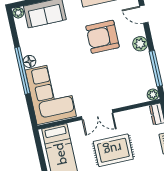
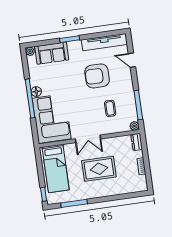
plant: (140, 44) -> (127, 84), removed
coffee table: (122, 75) -> (110, 108), added

